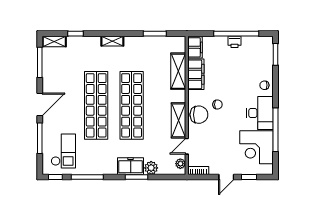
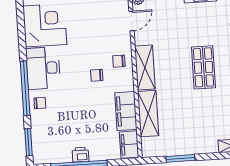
shop shelf: (132, 105) -> (203, 67), width x0.50, depth x0.74
chair: (199, 115) -> (119, 61), width x0.54, depth x0.54
shelving: (178, 120) -> (145, 68), moved
window: (275, 130) -> (25, 88), moved

